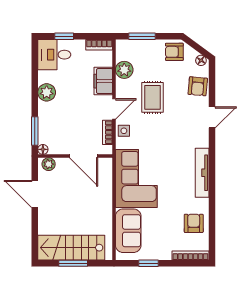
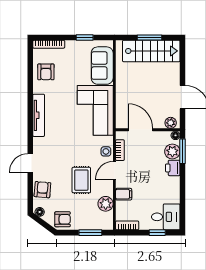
filing cabinet: (103, 81) -> (124, 194), width x0.50
plant: (47, 92) -> (172, 151), moved
printer: (46, 112) -> (173, 168), added

